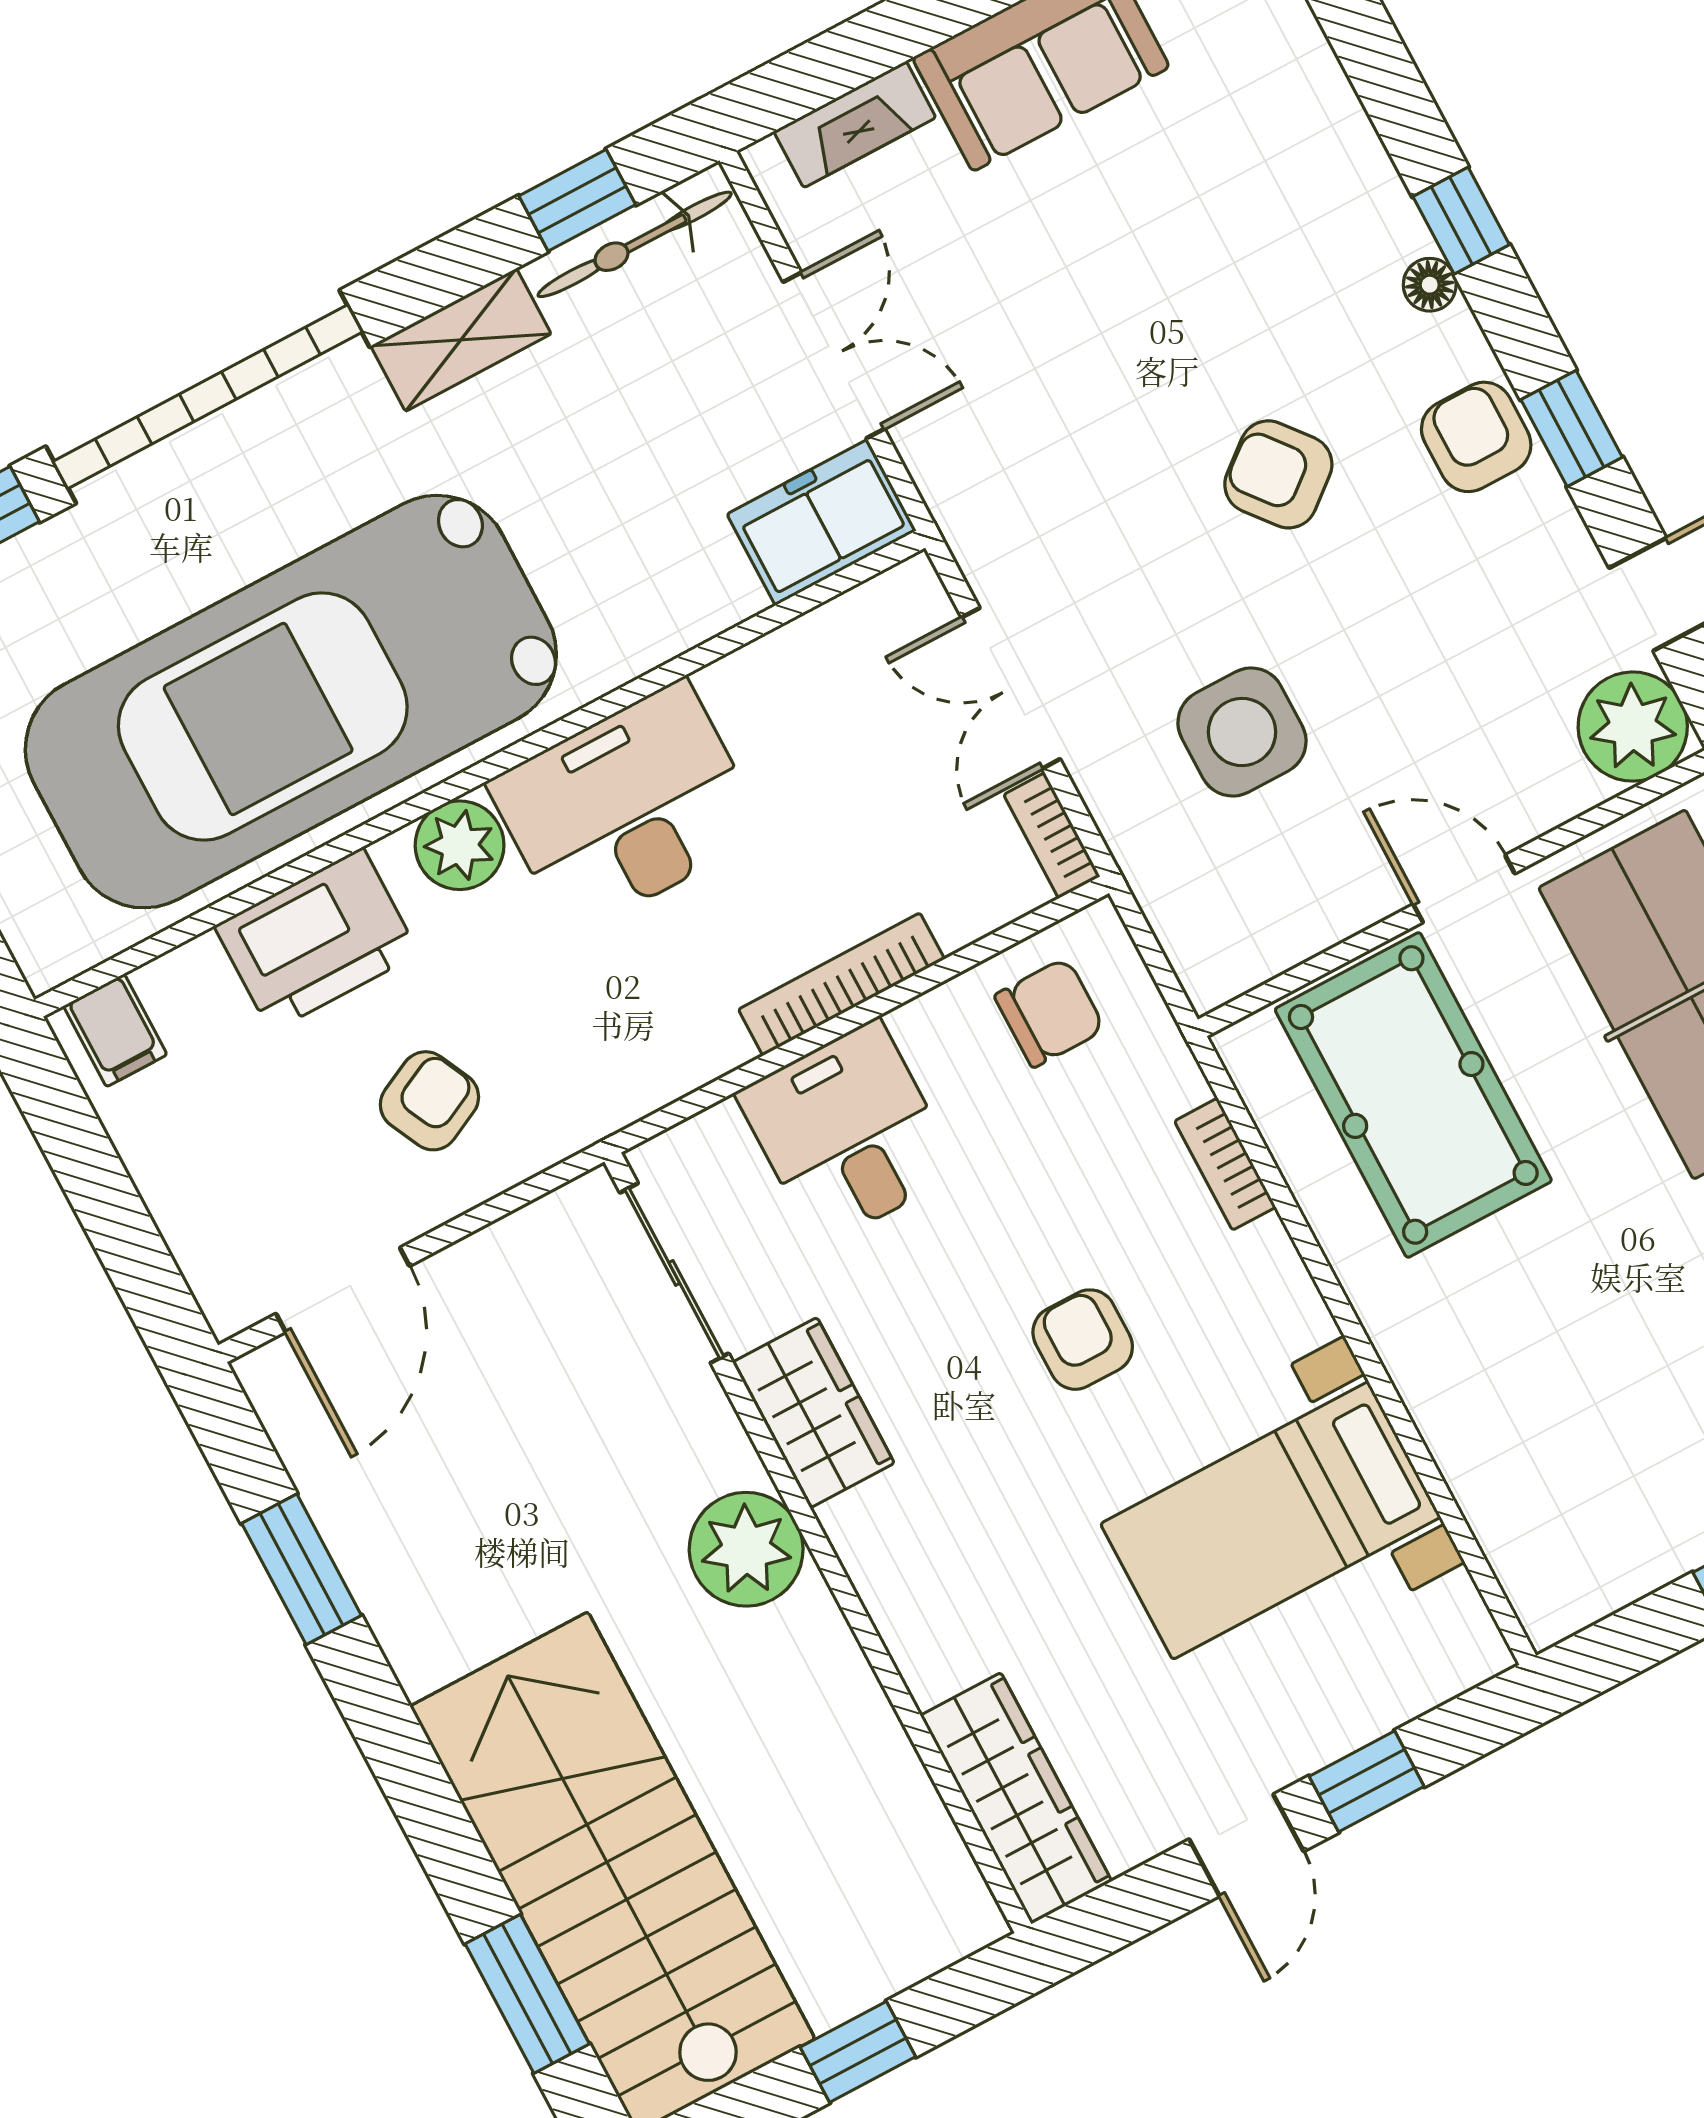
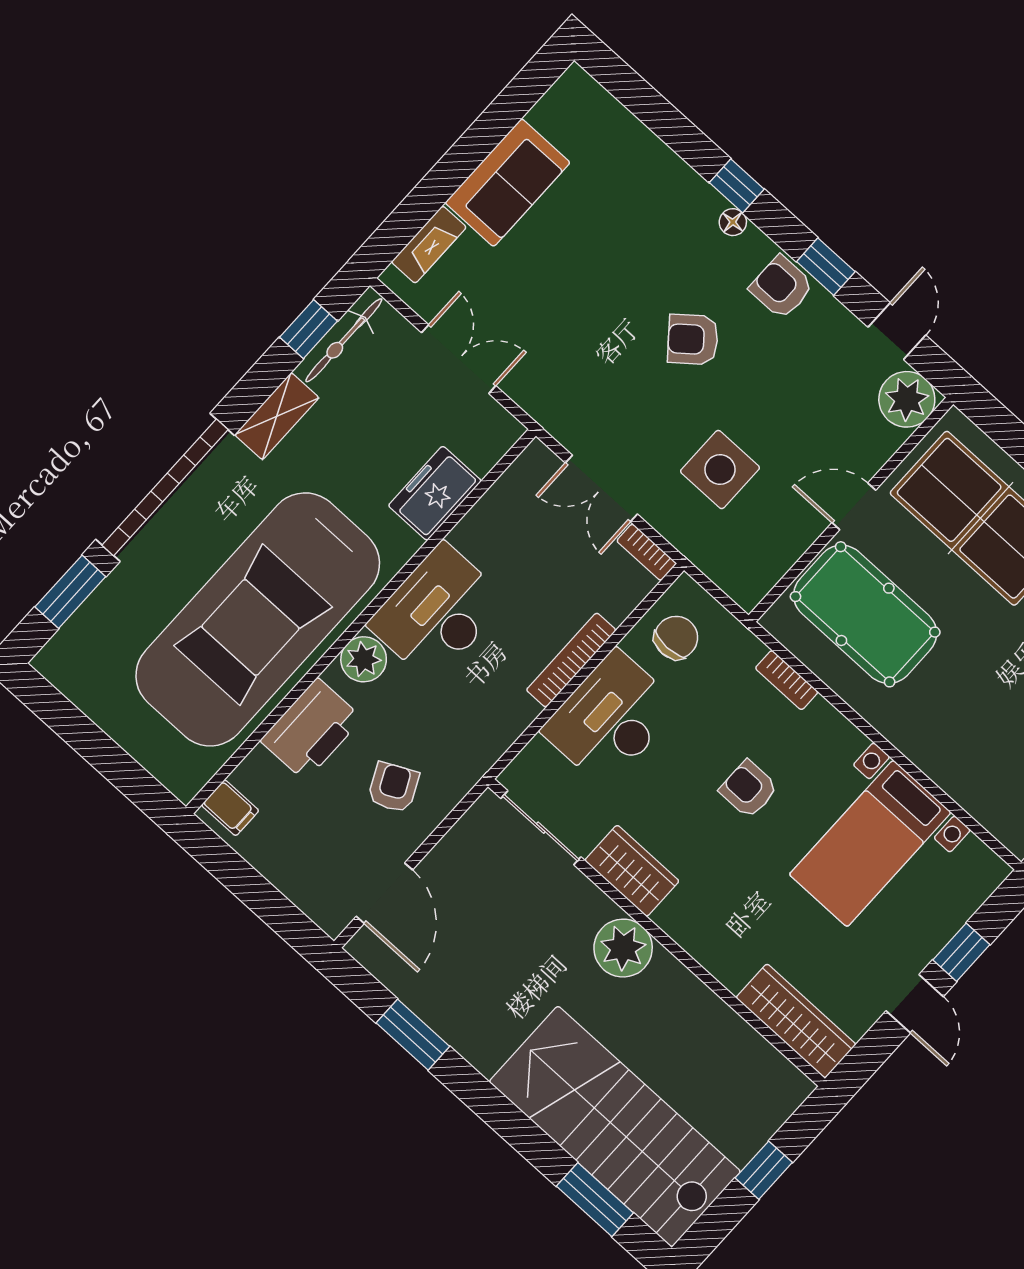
freezer: (822, 522) -> (435, 493), moved
desk: (848, 1133) -> (611, 719), width x1.37

